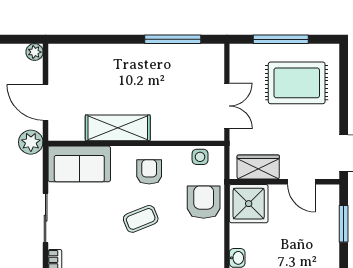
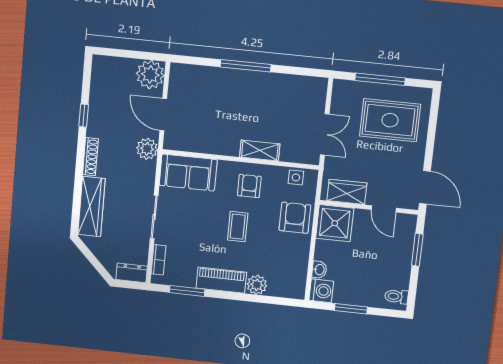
window: (173, 39) -> (246, 66), moved
plant: (35, 52) -> (150, 75), width x1.88, depth x1.88
shelving: (118, 128) -> (260, 151), moved, width x0.67, depth x0.75
coffee table: (141, 219) -> (238, 227), turned -68

